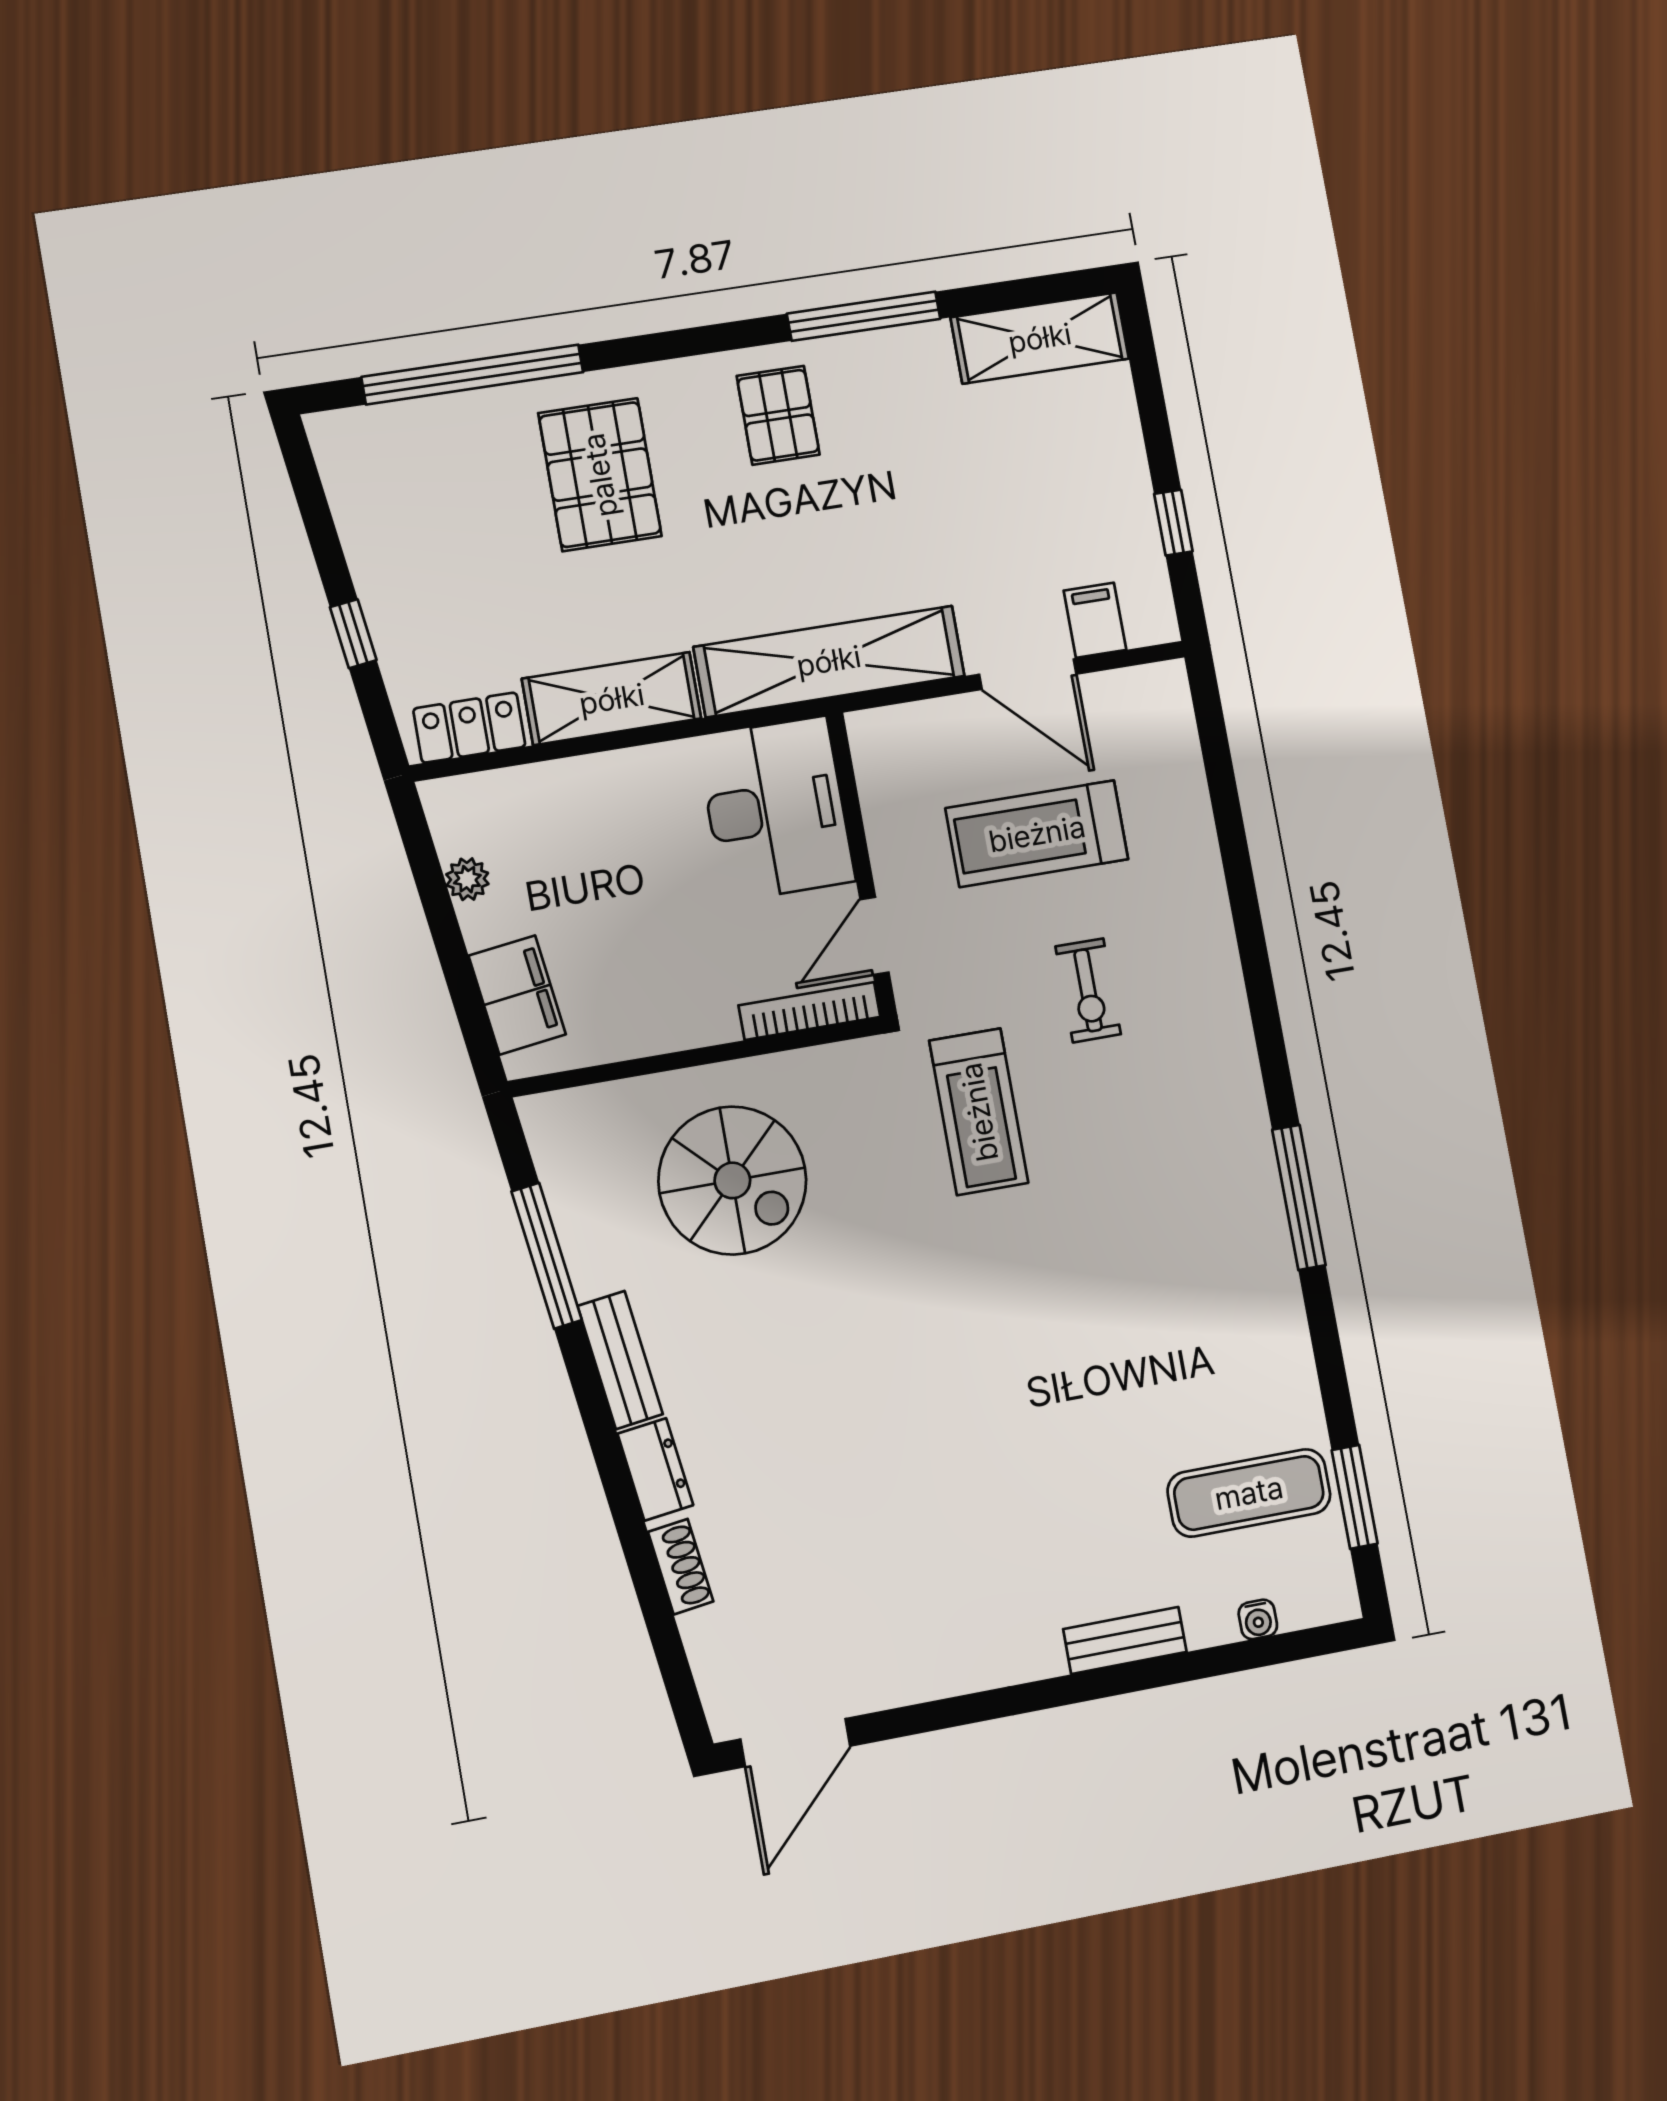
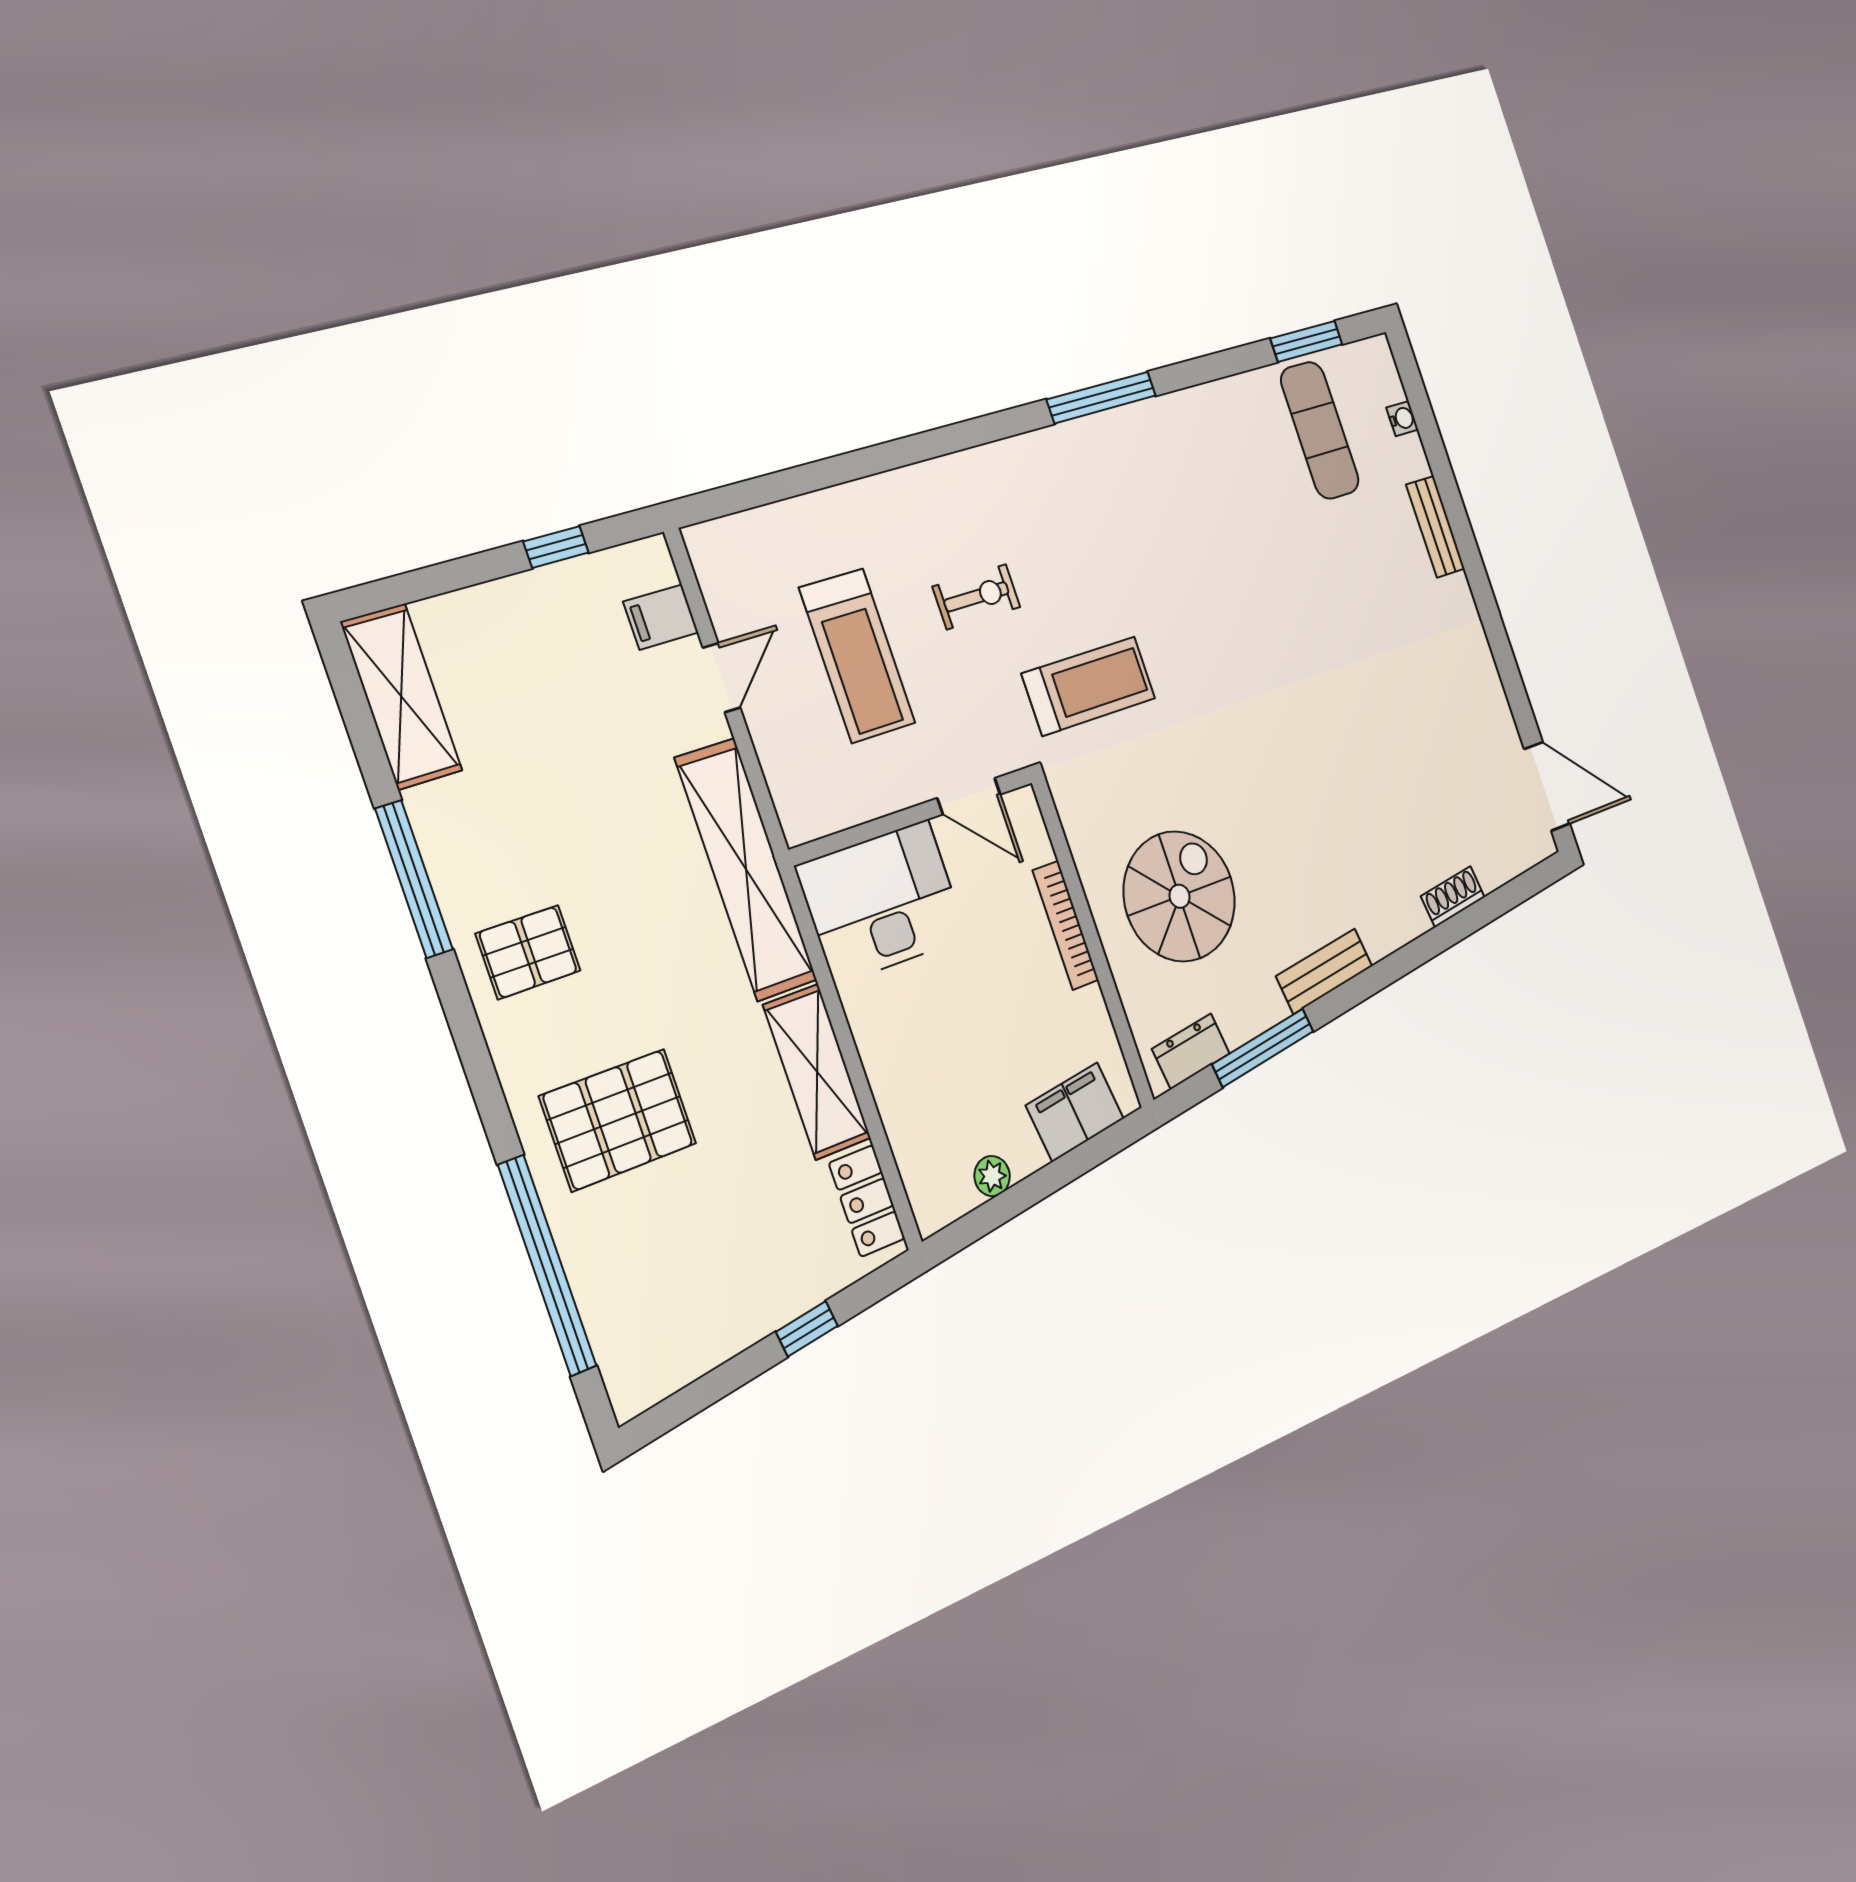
door: (1028, 674) -> (722, 678), width x0.73
bookcase: (809, 1011) -> (1066, 925), moved
dresser: (655, 1469) -> (1191, 1051), moved

